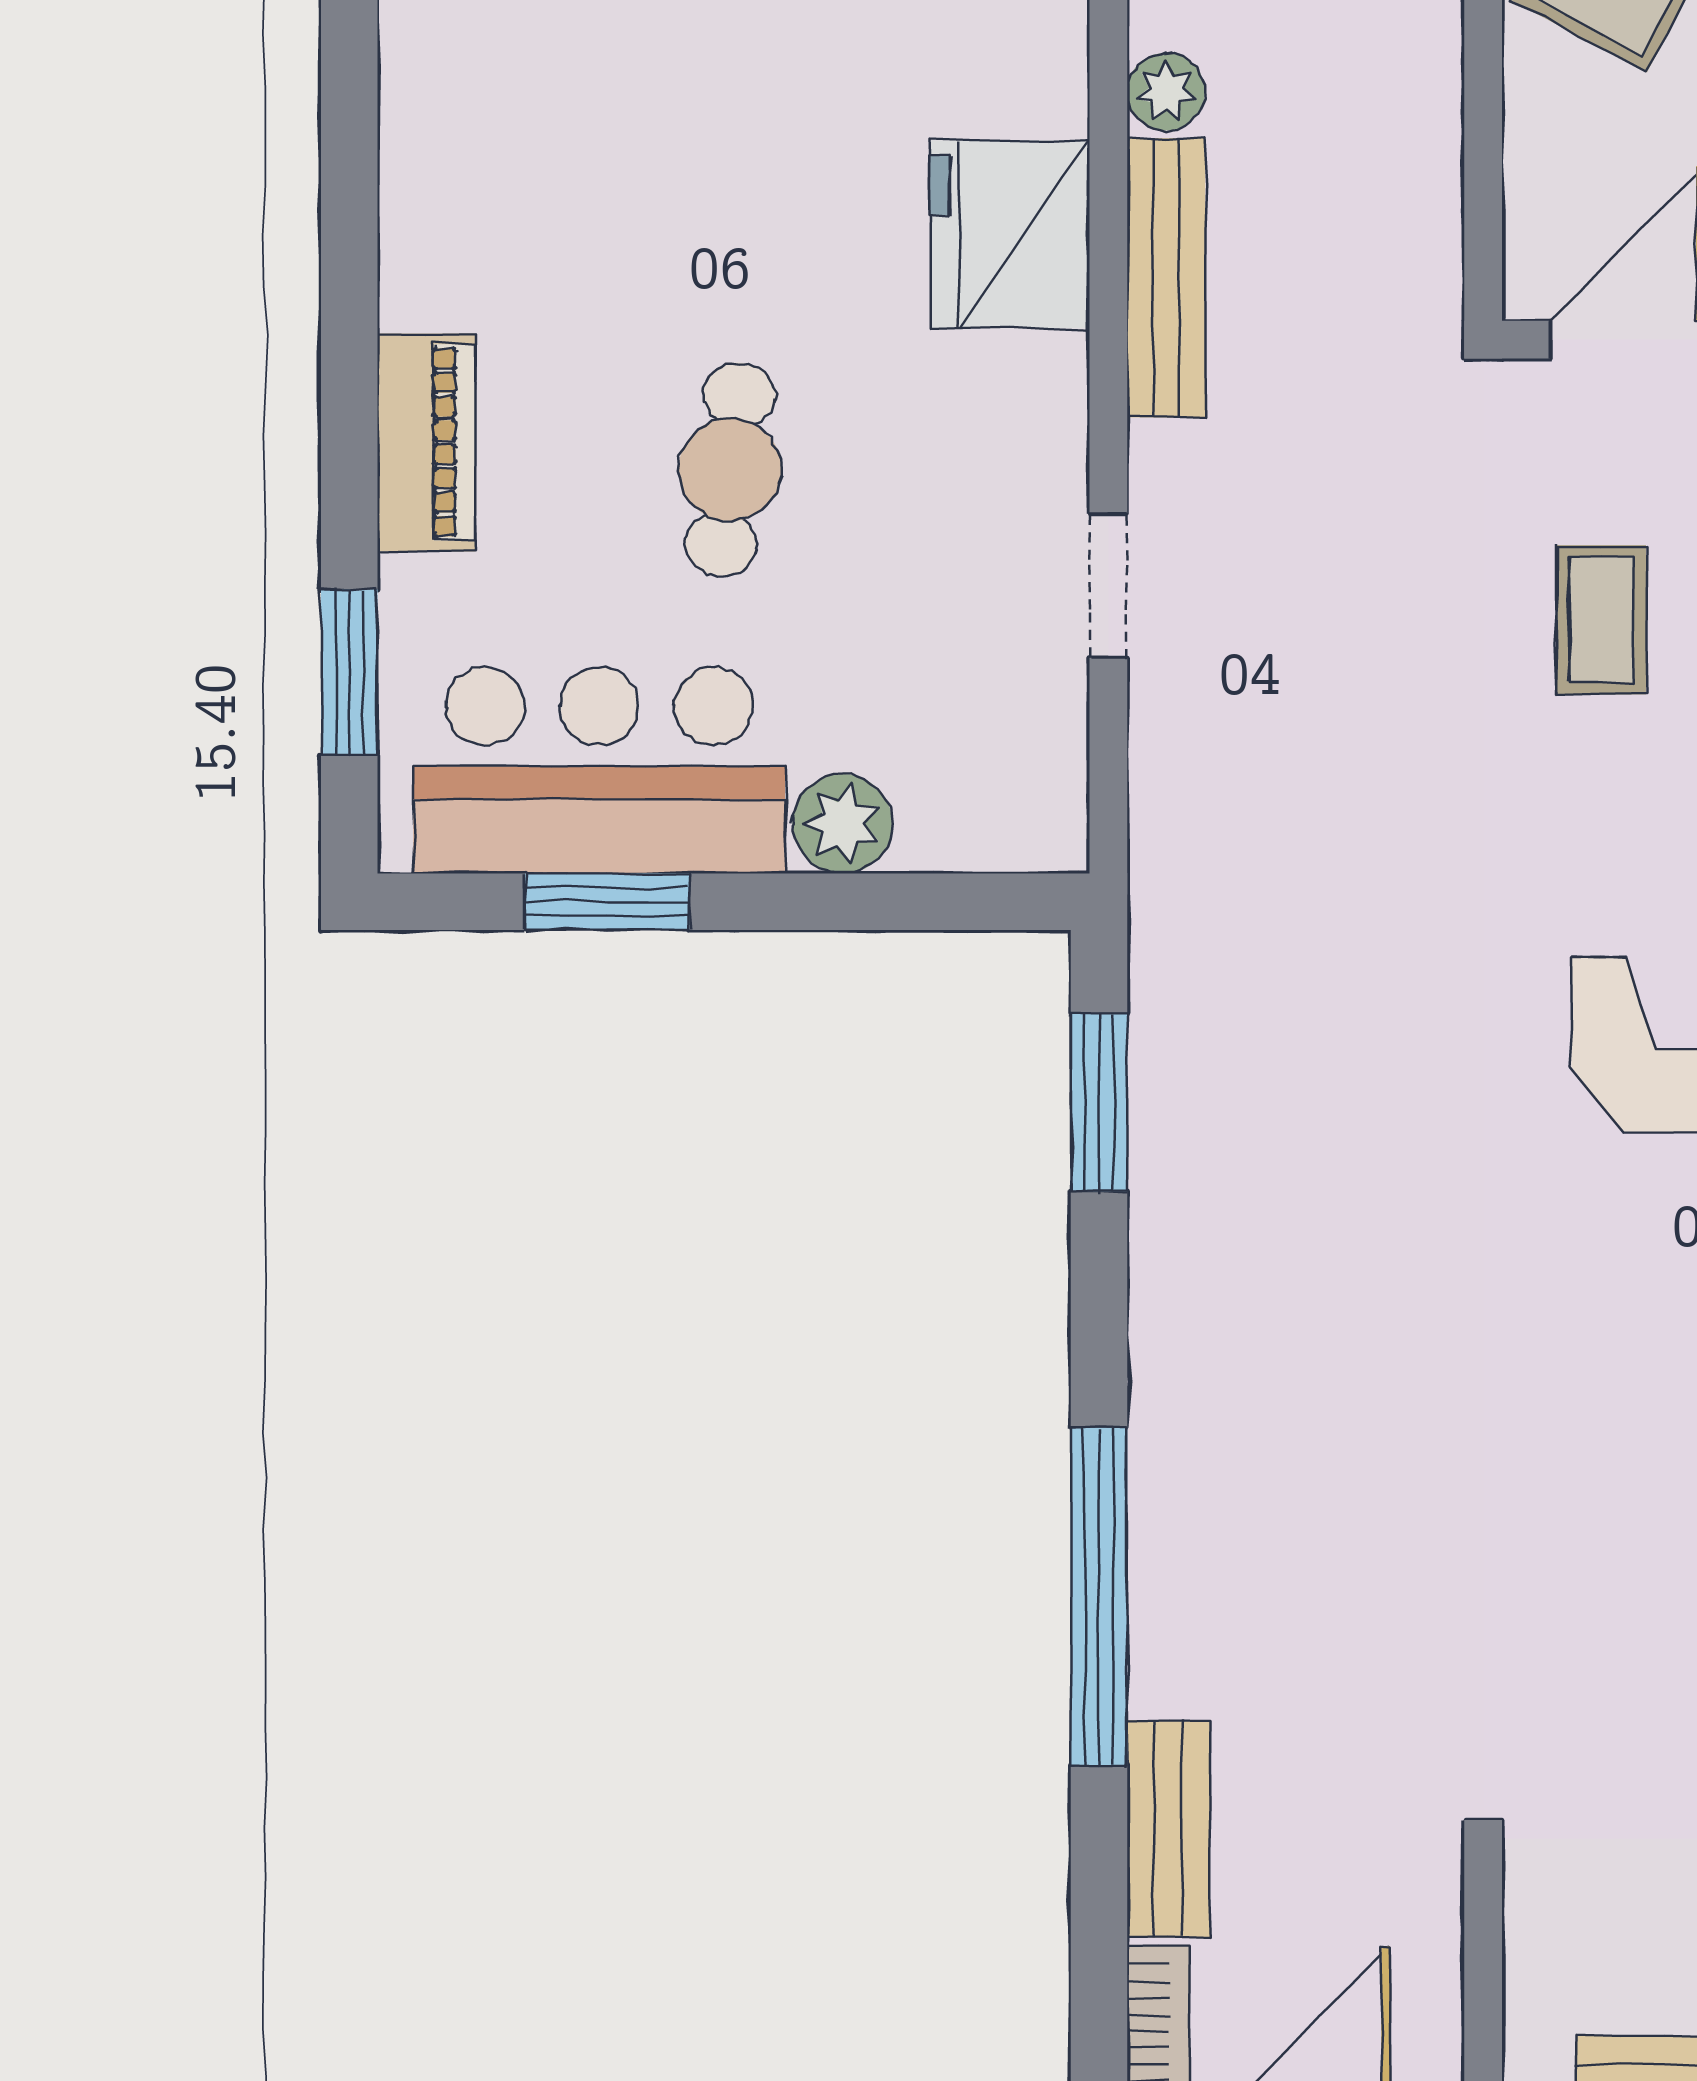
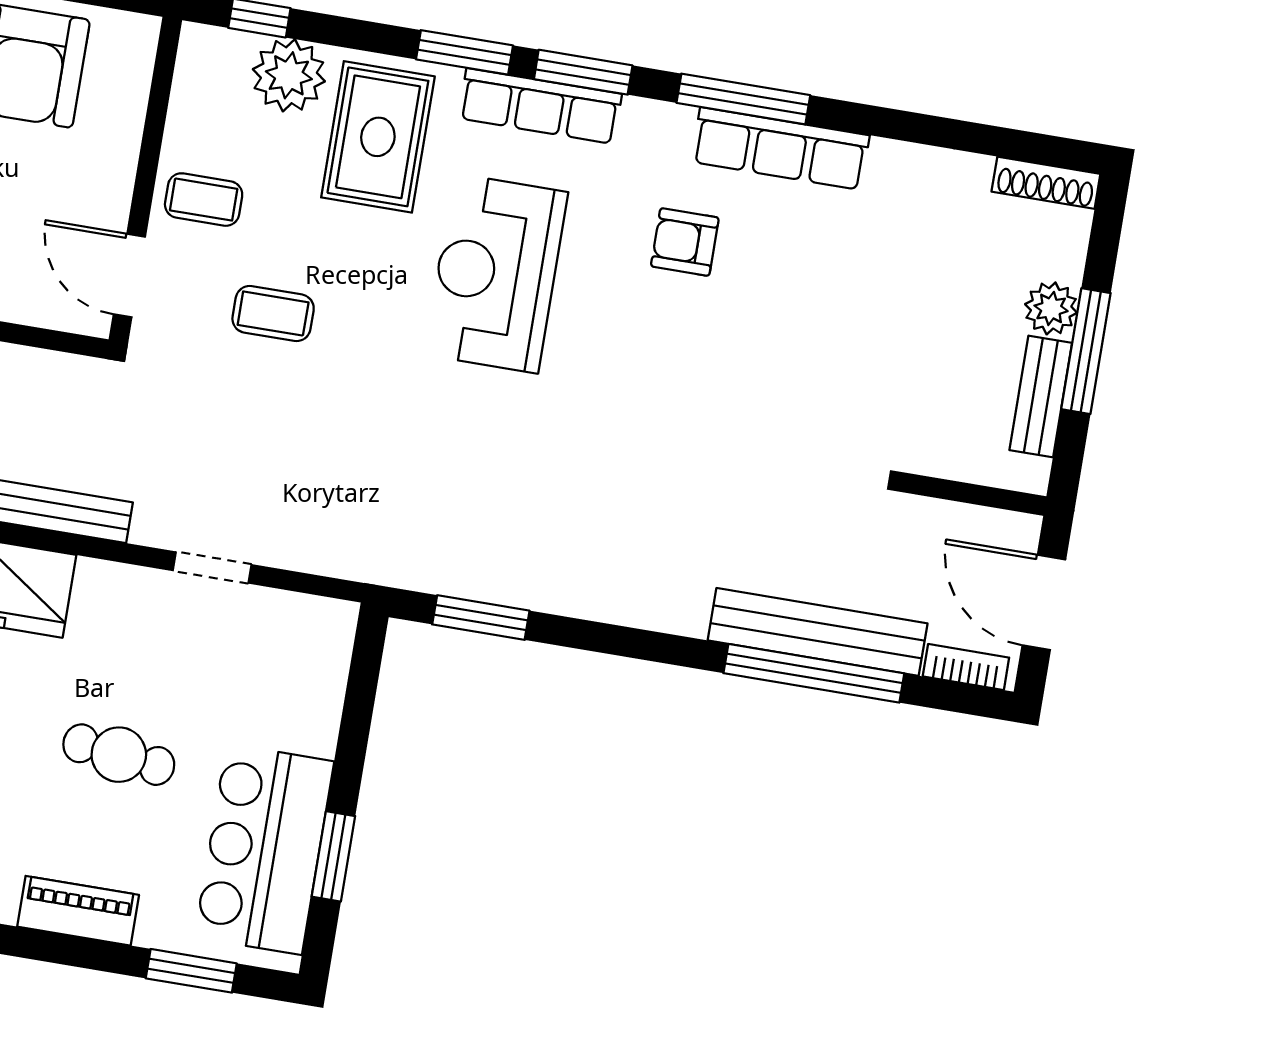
plant: (842, 824) -> (313, 727), removed
window: (1099, 1597) -> (814, 673), moved
bench: (1168, 1829) -> (818, 632), width x1.86, depth x1.21

